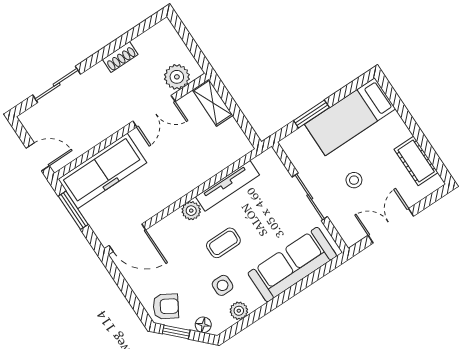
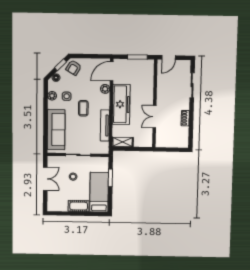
plant: (177, 77) -> (162, 135), removed
shelving: (213, 103) -> (123, 142), moved
cot: (416, 161) -> (79, 206), moved
freezer: (102, 171) -> (121, 104), moved, turned 180
plant: (191, 211) -> (105, 89), moved

